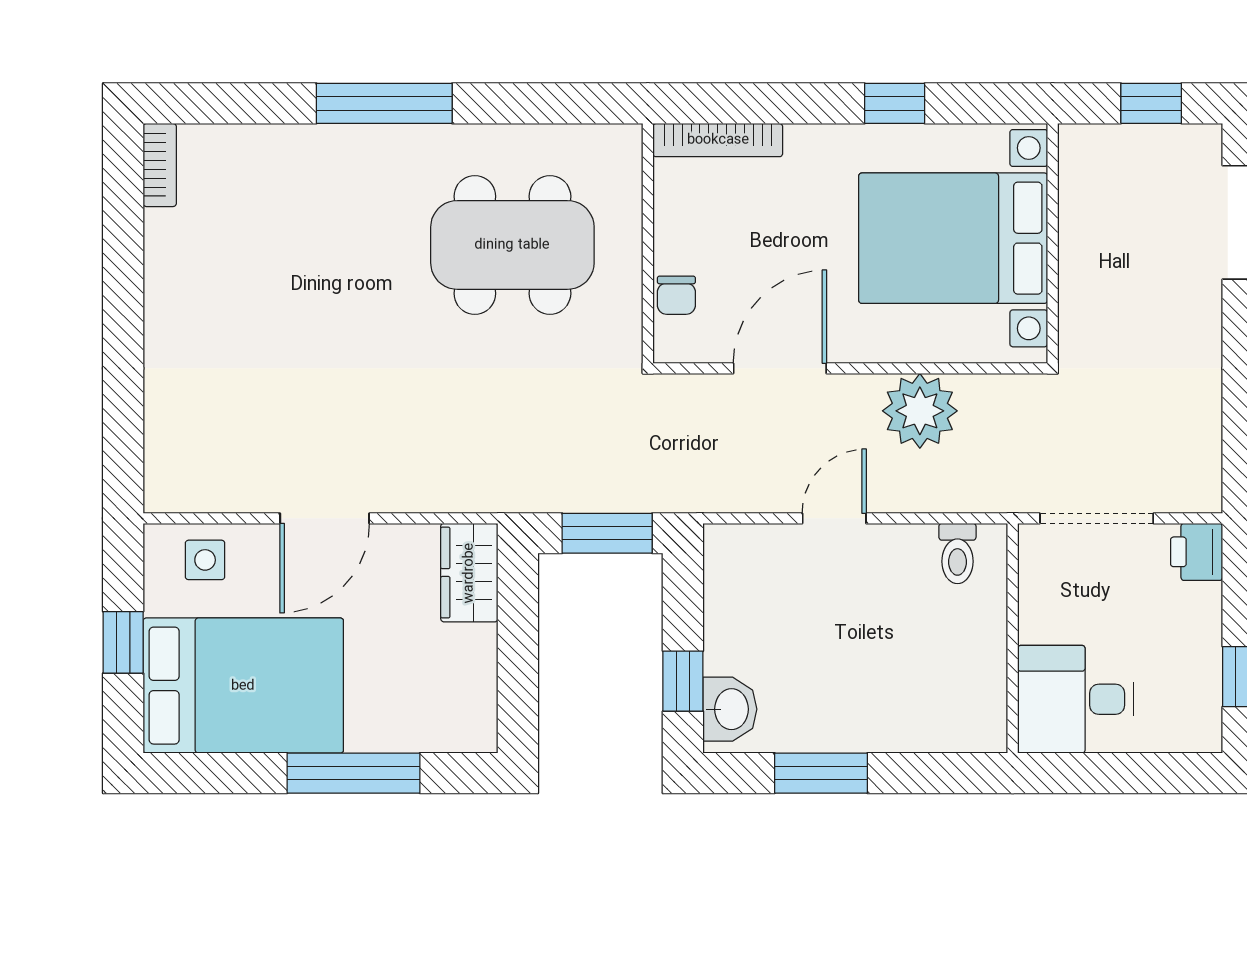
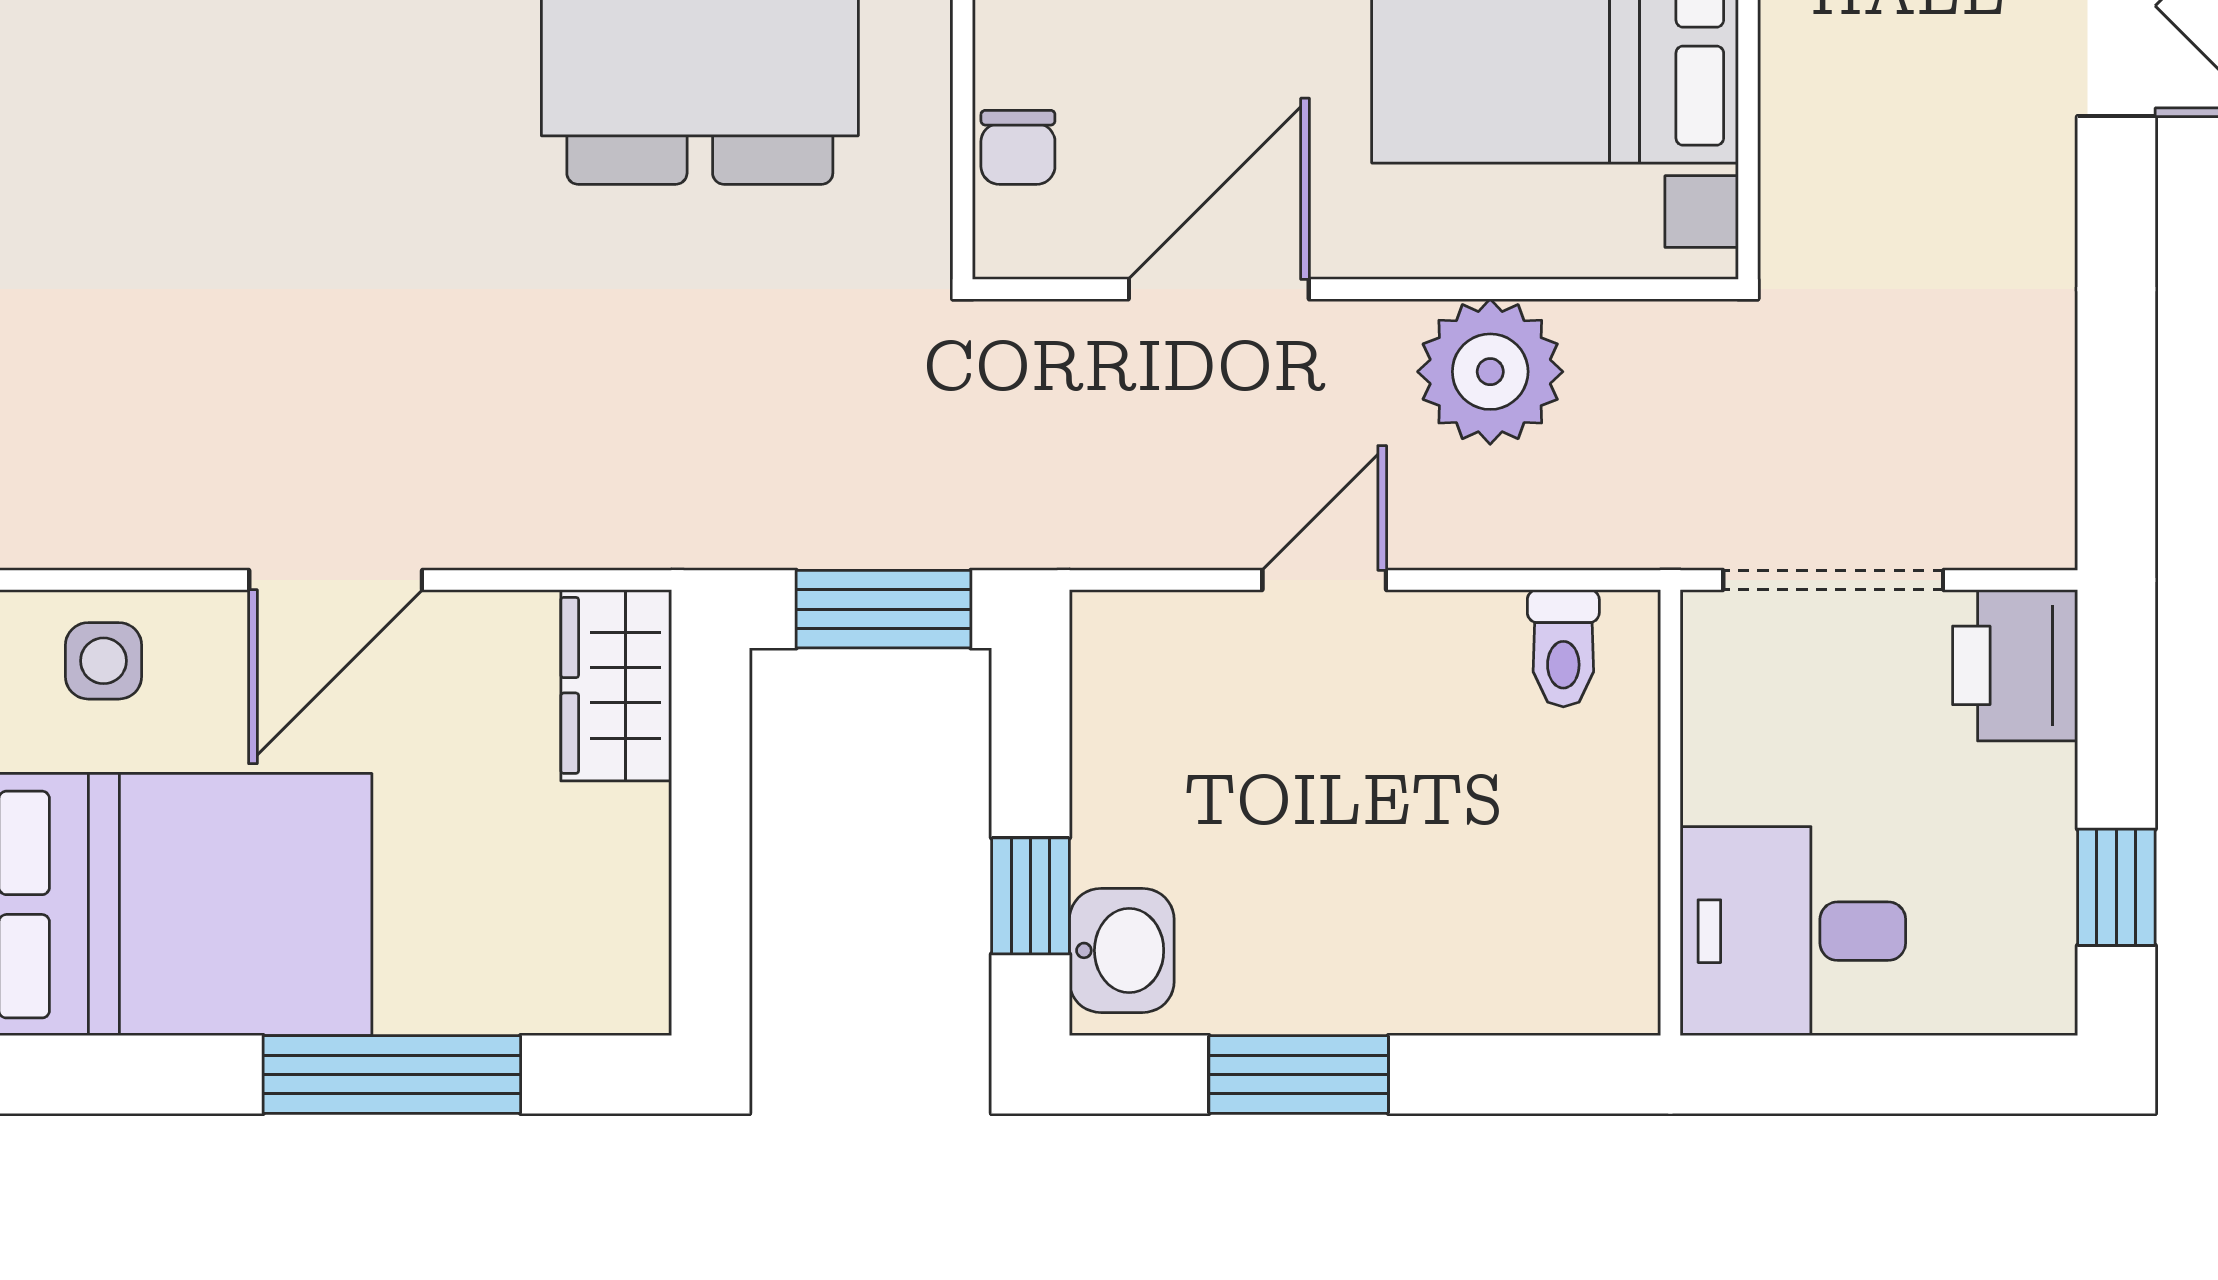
printer: (1197, 552) -> (2015, 665), width x1.36, depth x1.24

